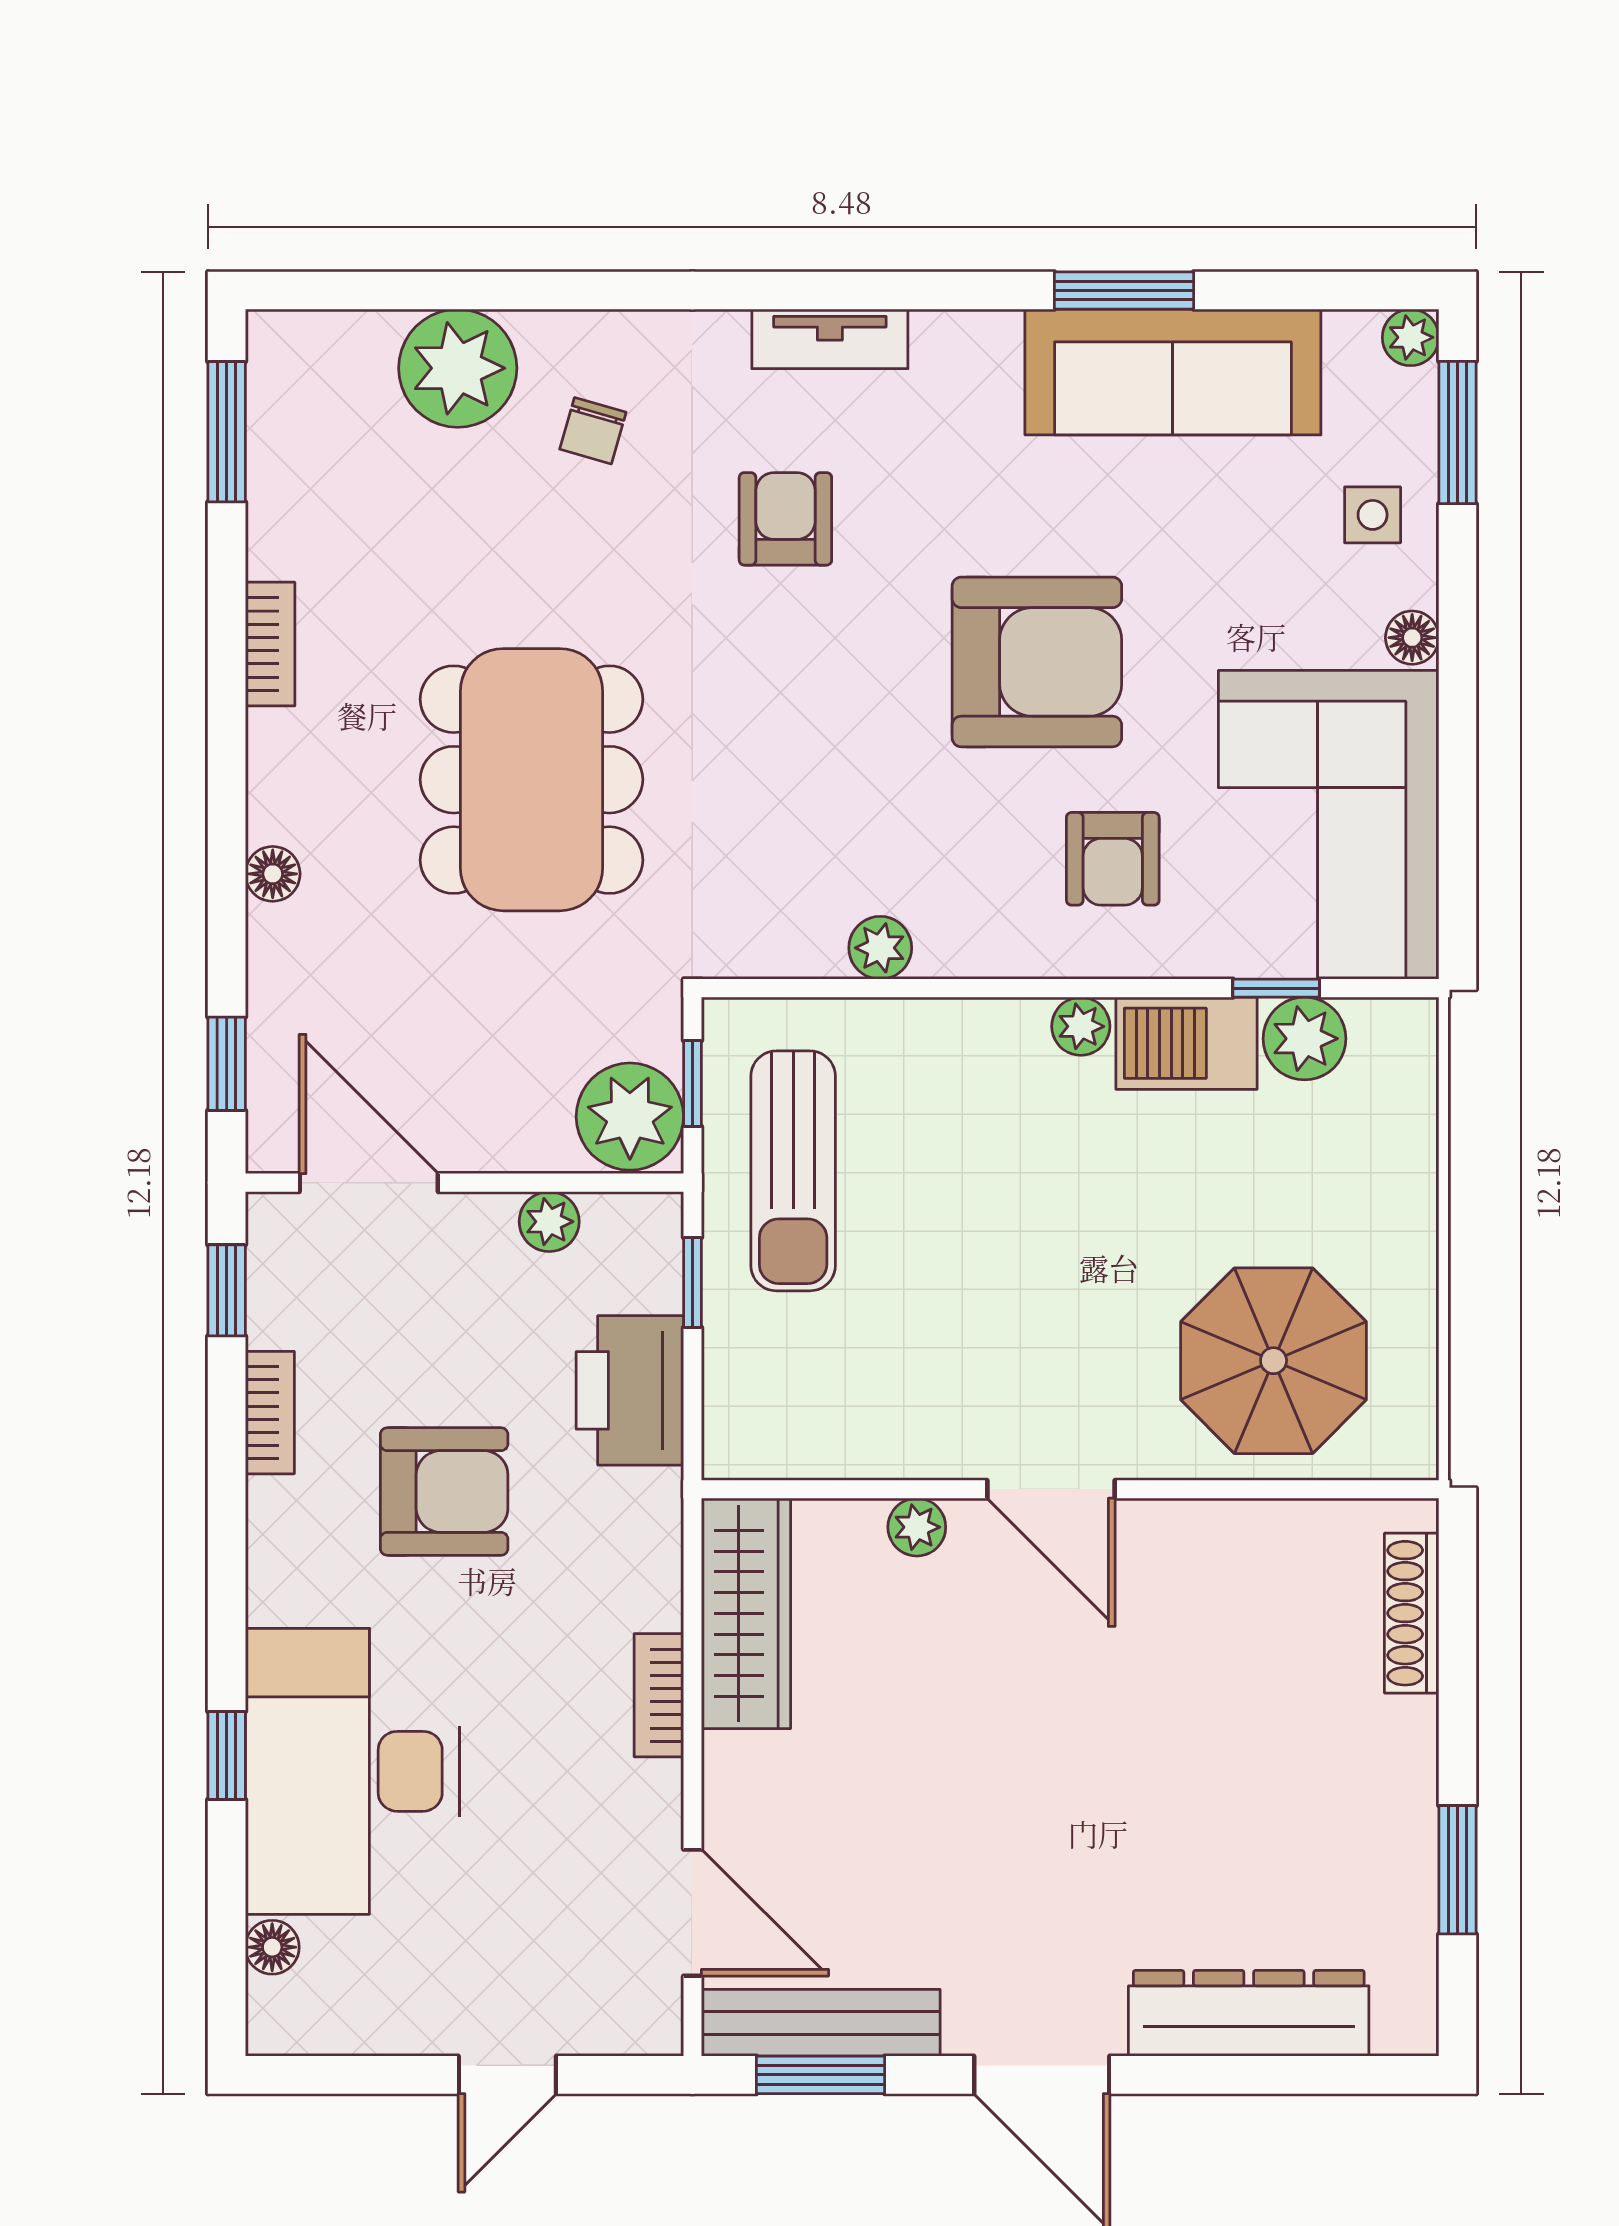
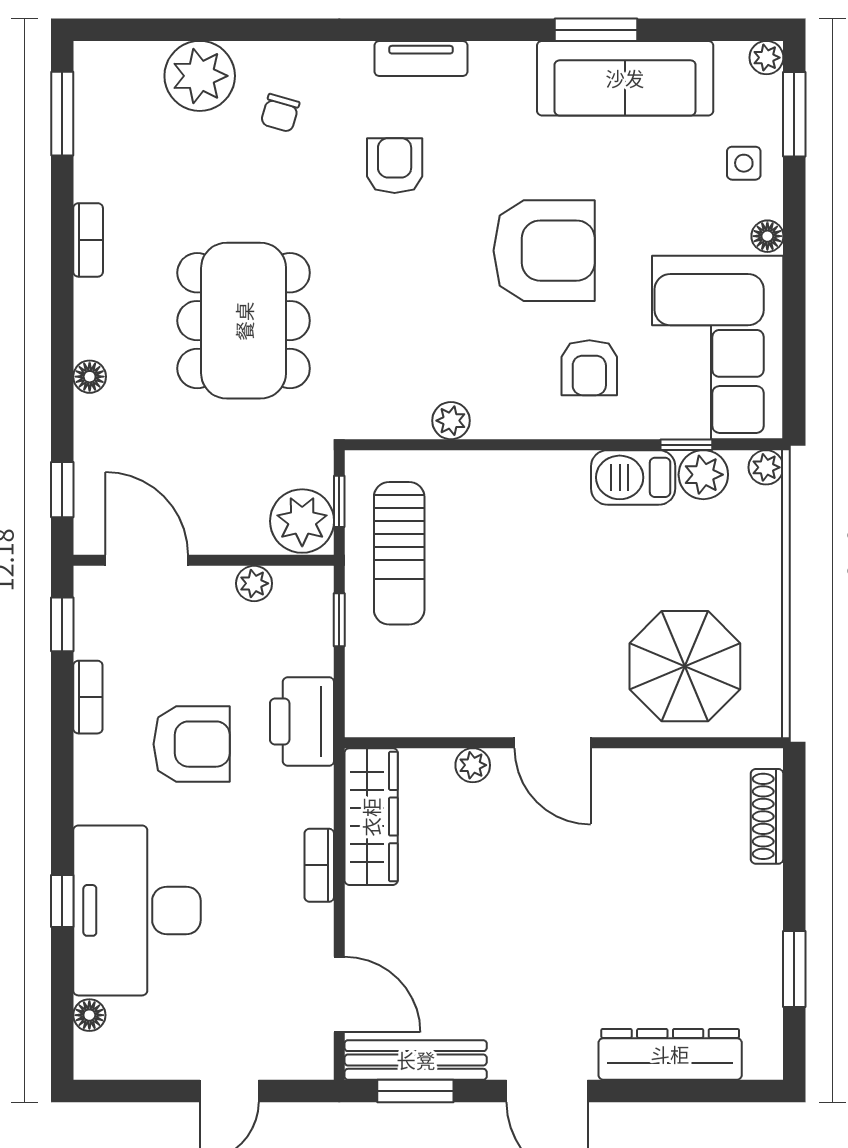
plant: (1081, 1026) -> (766, 467), moved
printer: (630, 1390) -> (302, 721), moved

